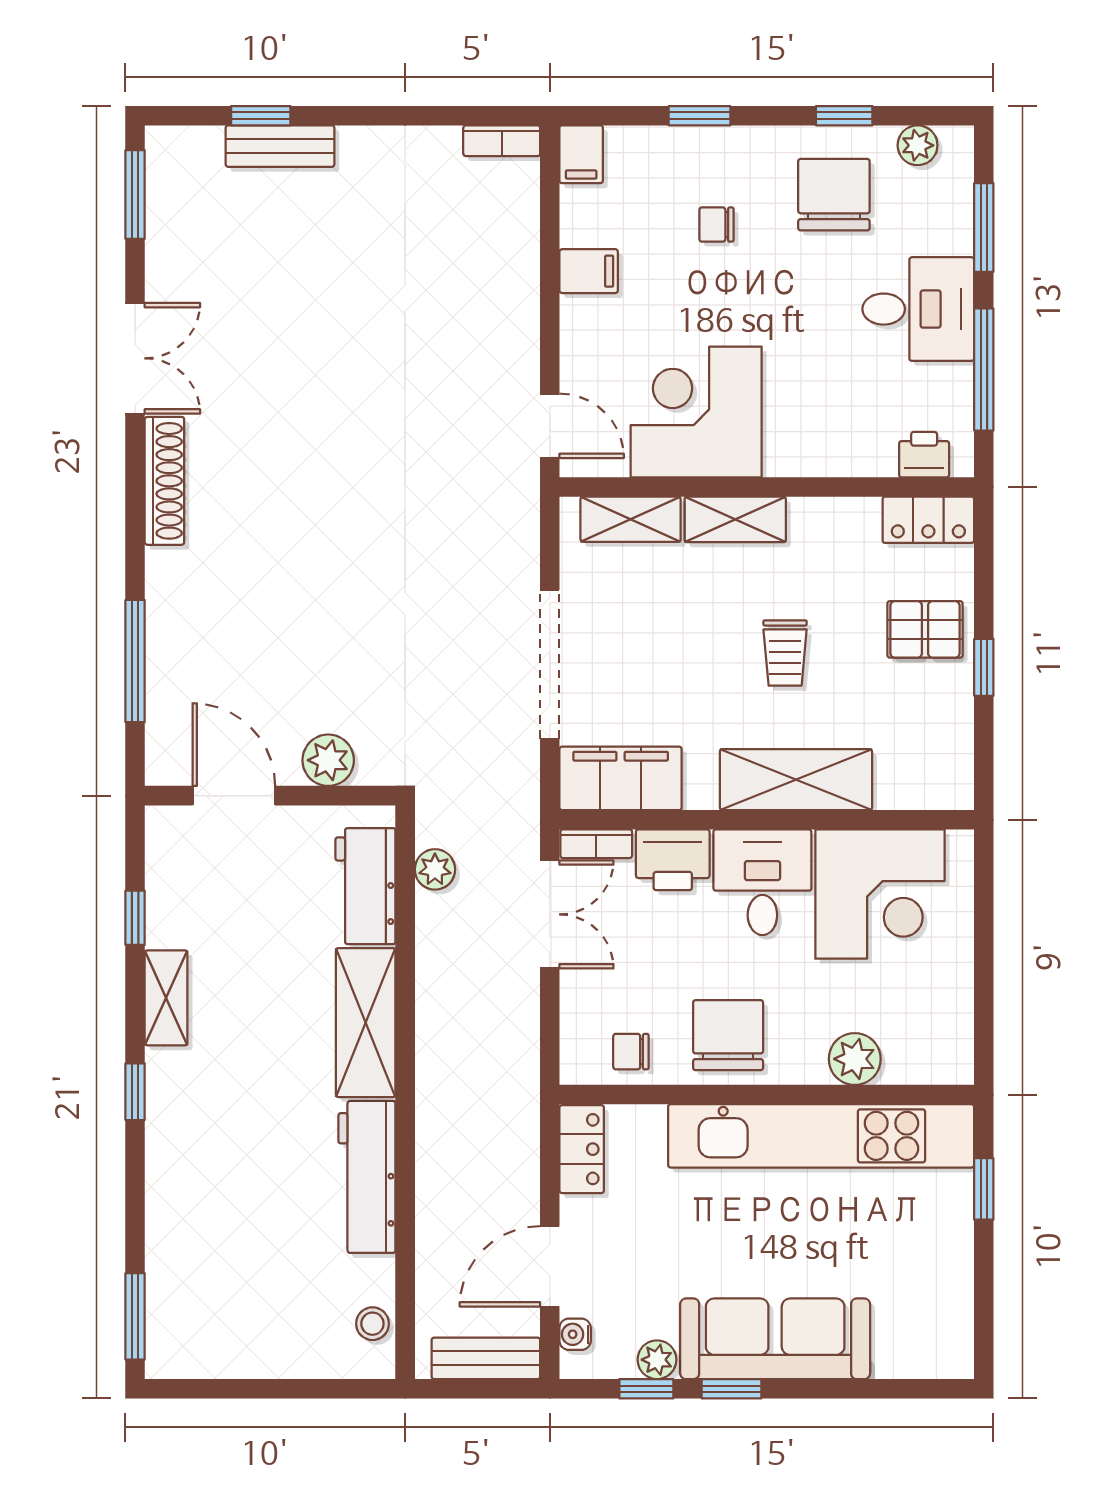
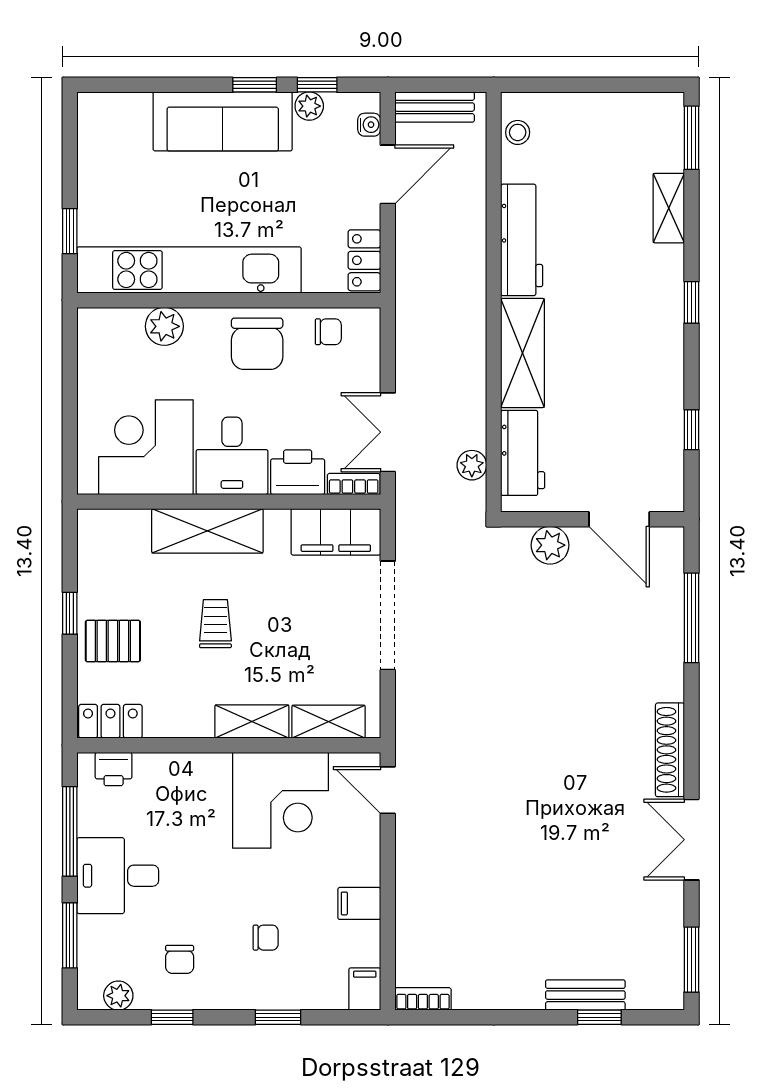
chair: (834, 195) -> (180, 959), width x0.54, depth x0.54
shelving: (166, 998) -> (669, 208), moved

